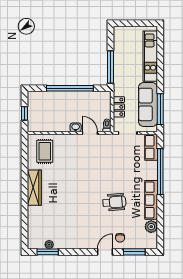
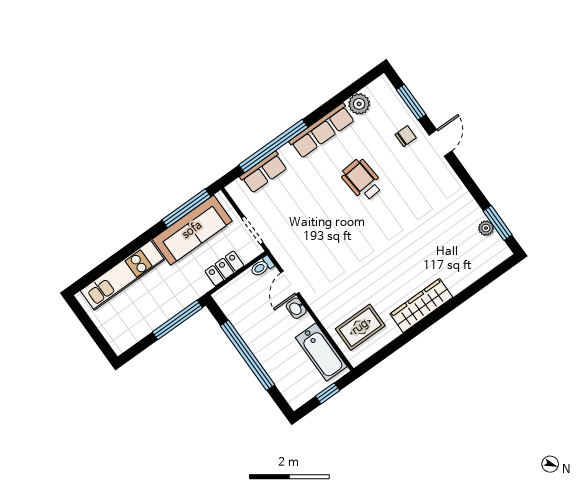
bathtub: (46, 124) -> (321, 352), added
row of seats: (151, 147) -> (264, 172), moved
door: (105, 252) -> (440, 143), swing flipped

